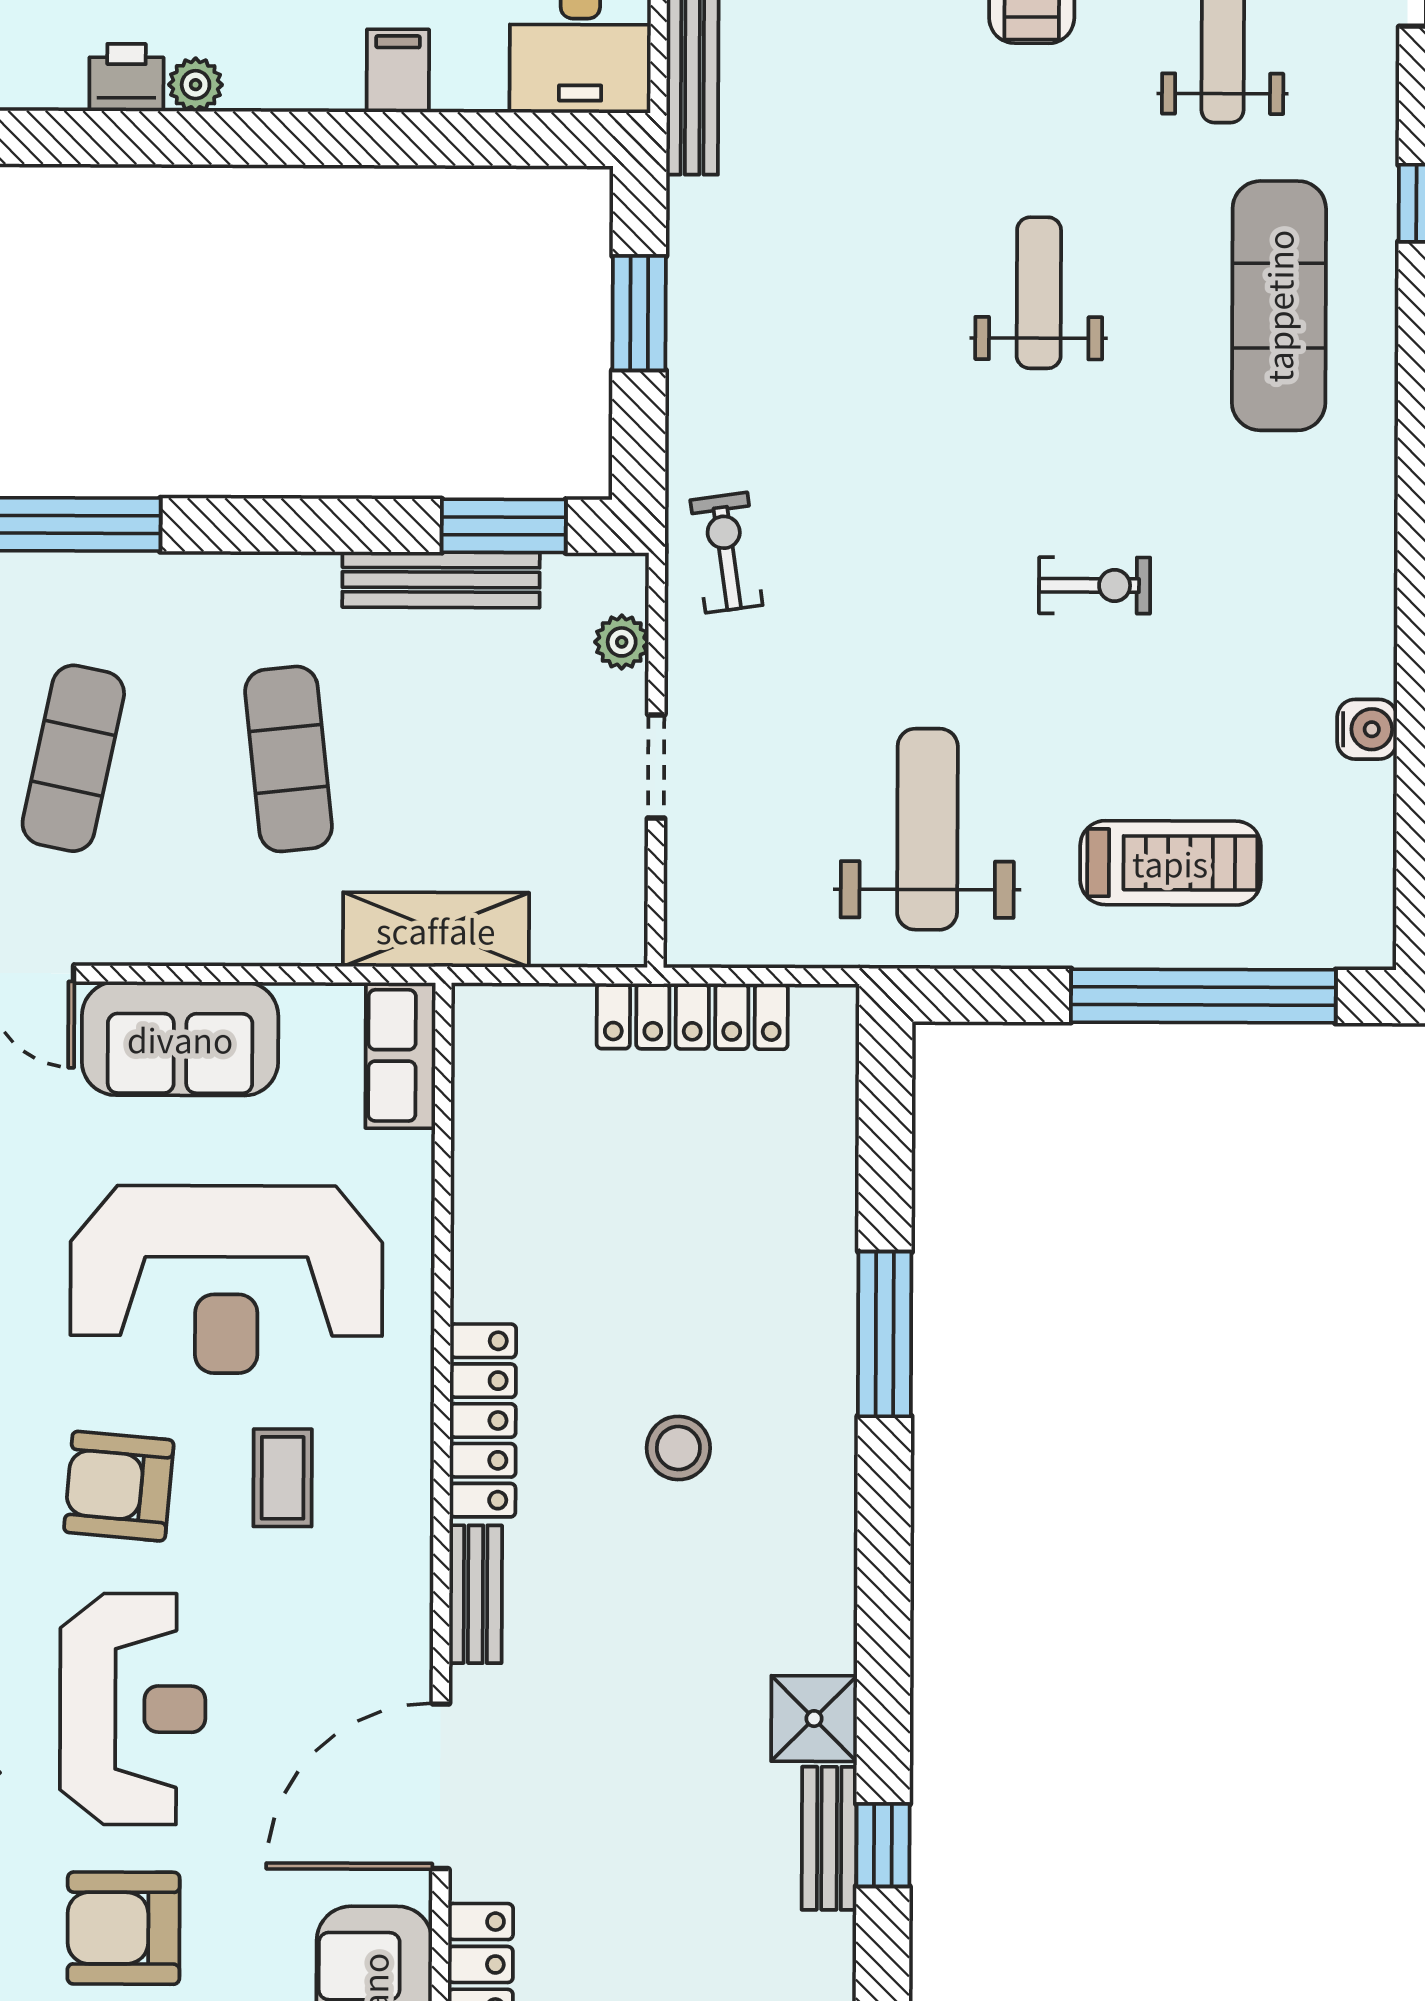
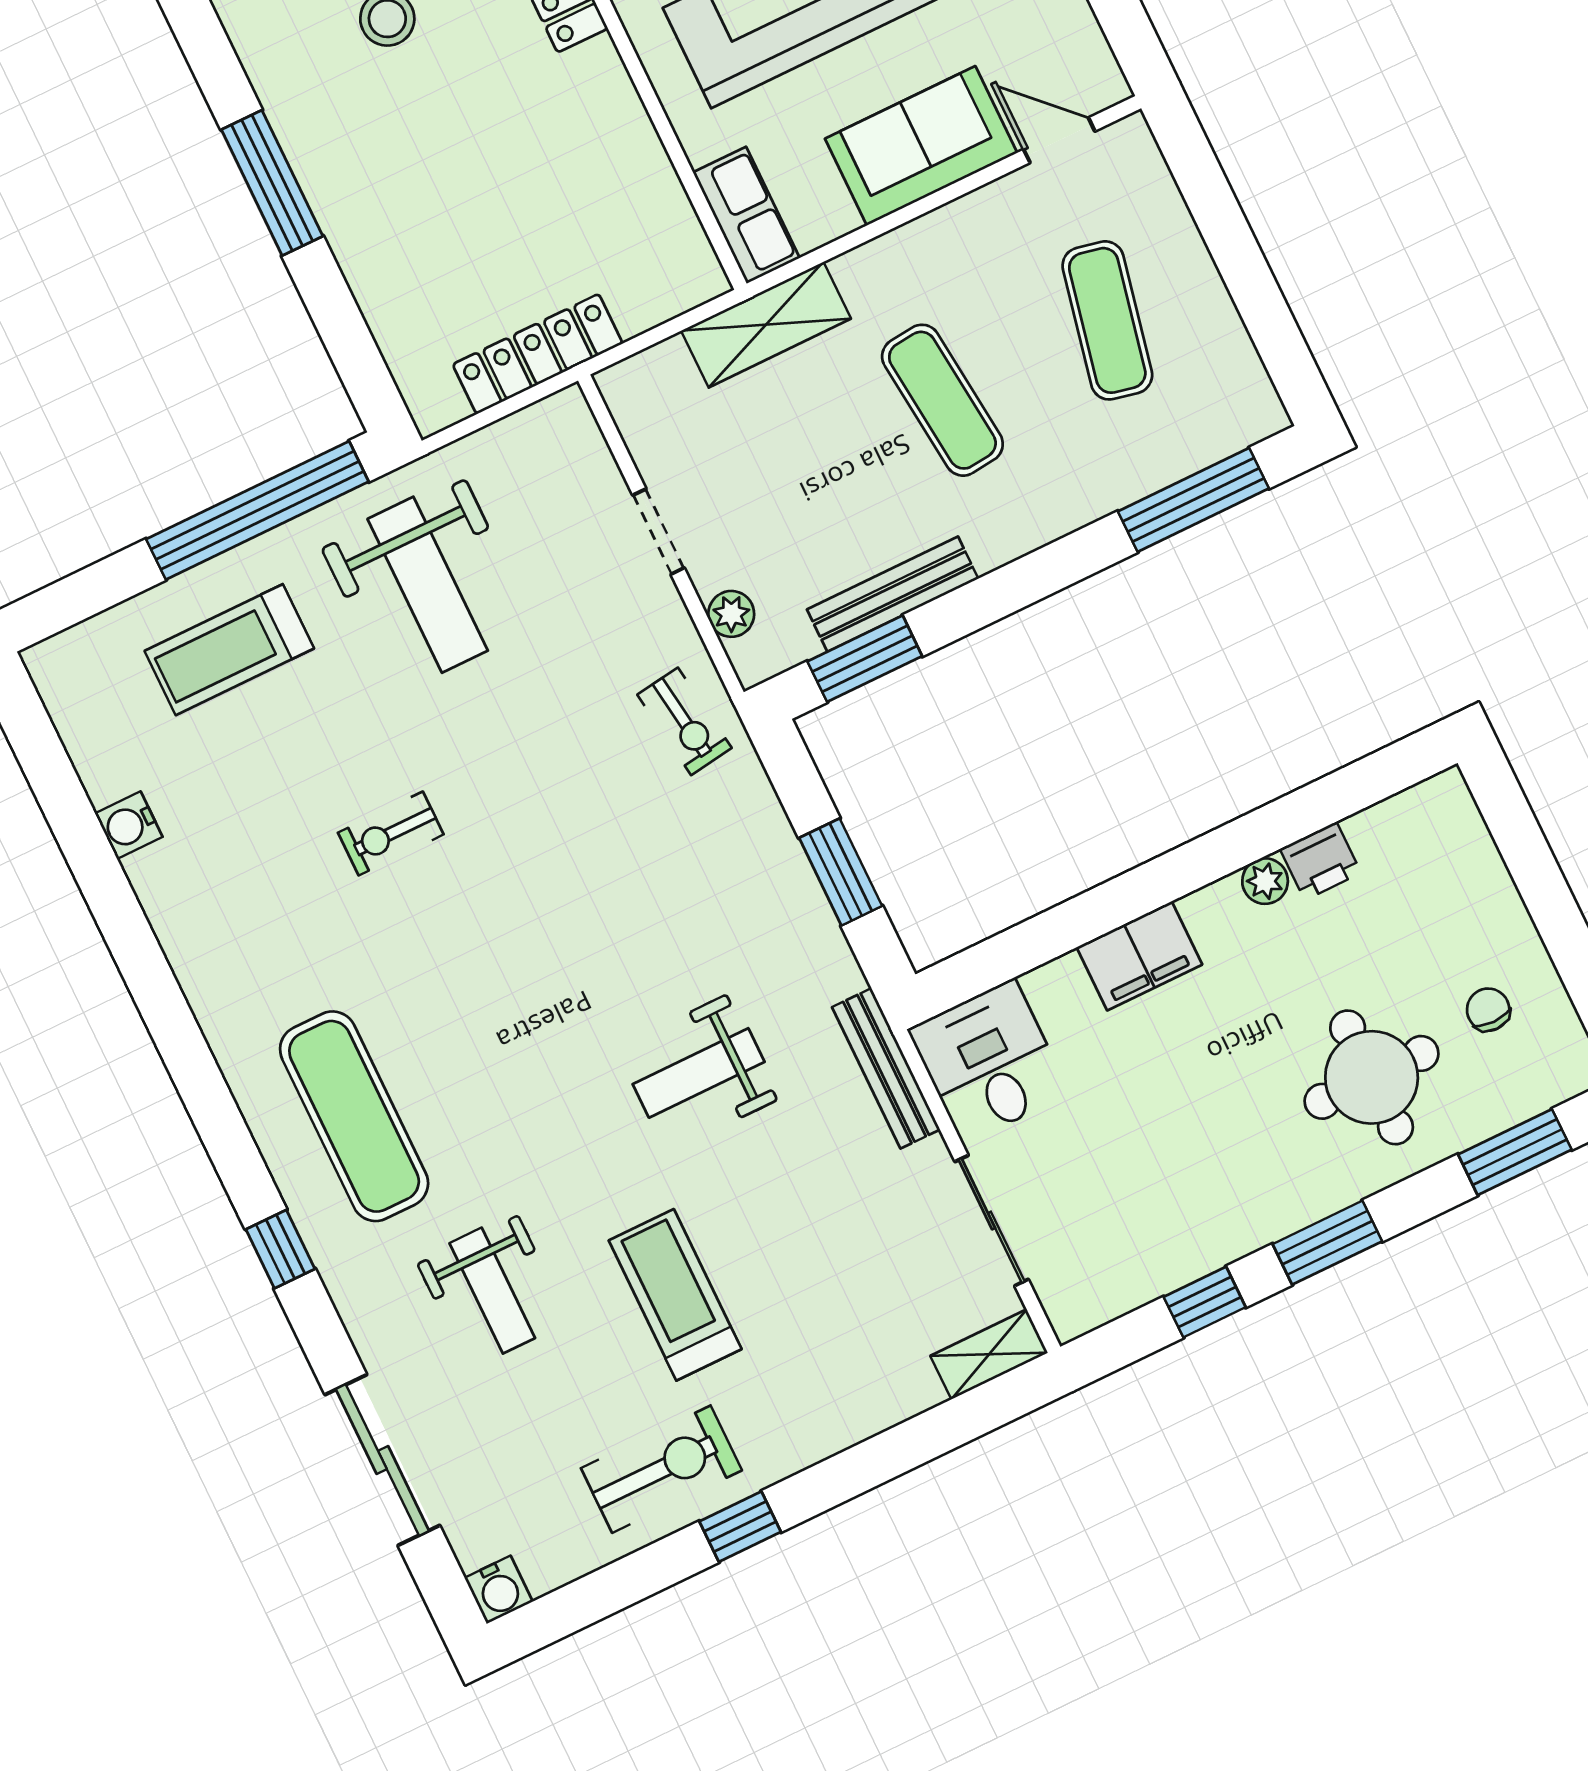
filing cabinet: (398, 71) -> (1139, 956), width x2.00
weight bench: (1039, 293) -> (699, 1073), moved, turned 90
window: (1203, 996) -> (257, 510), moved

